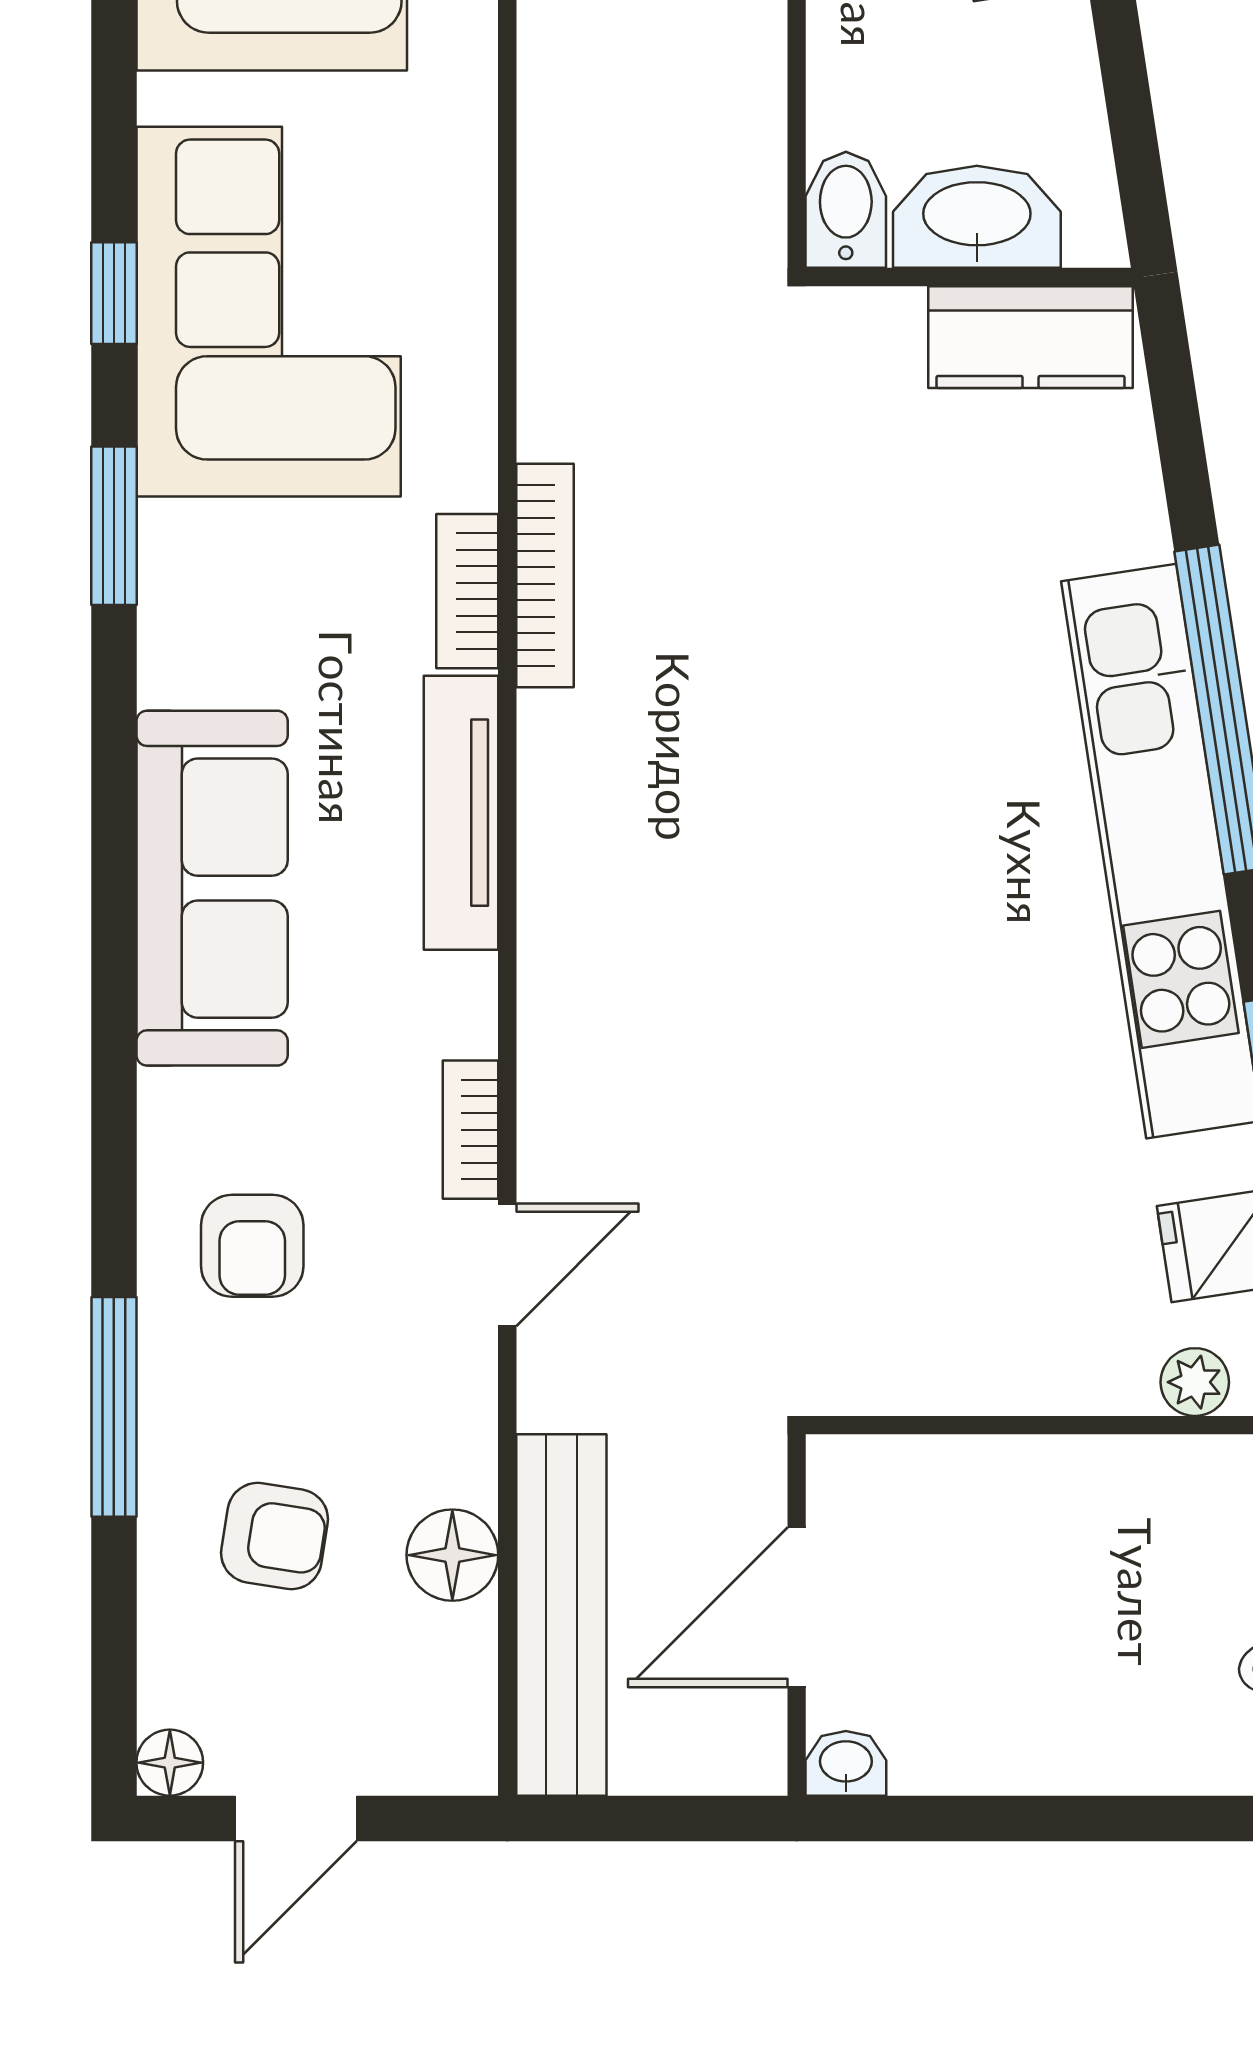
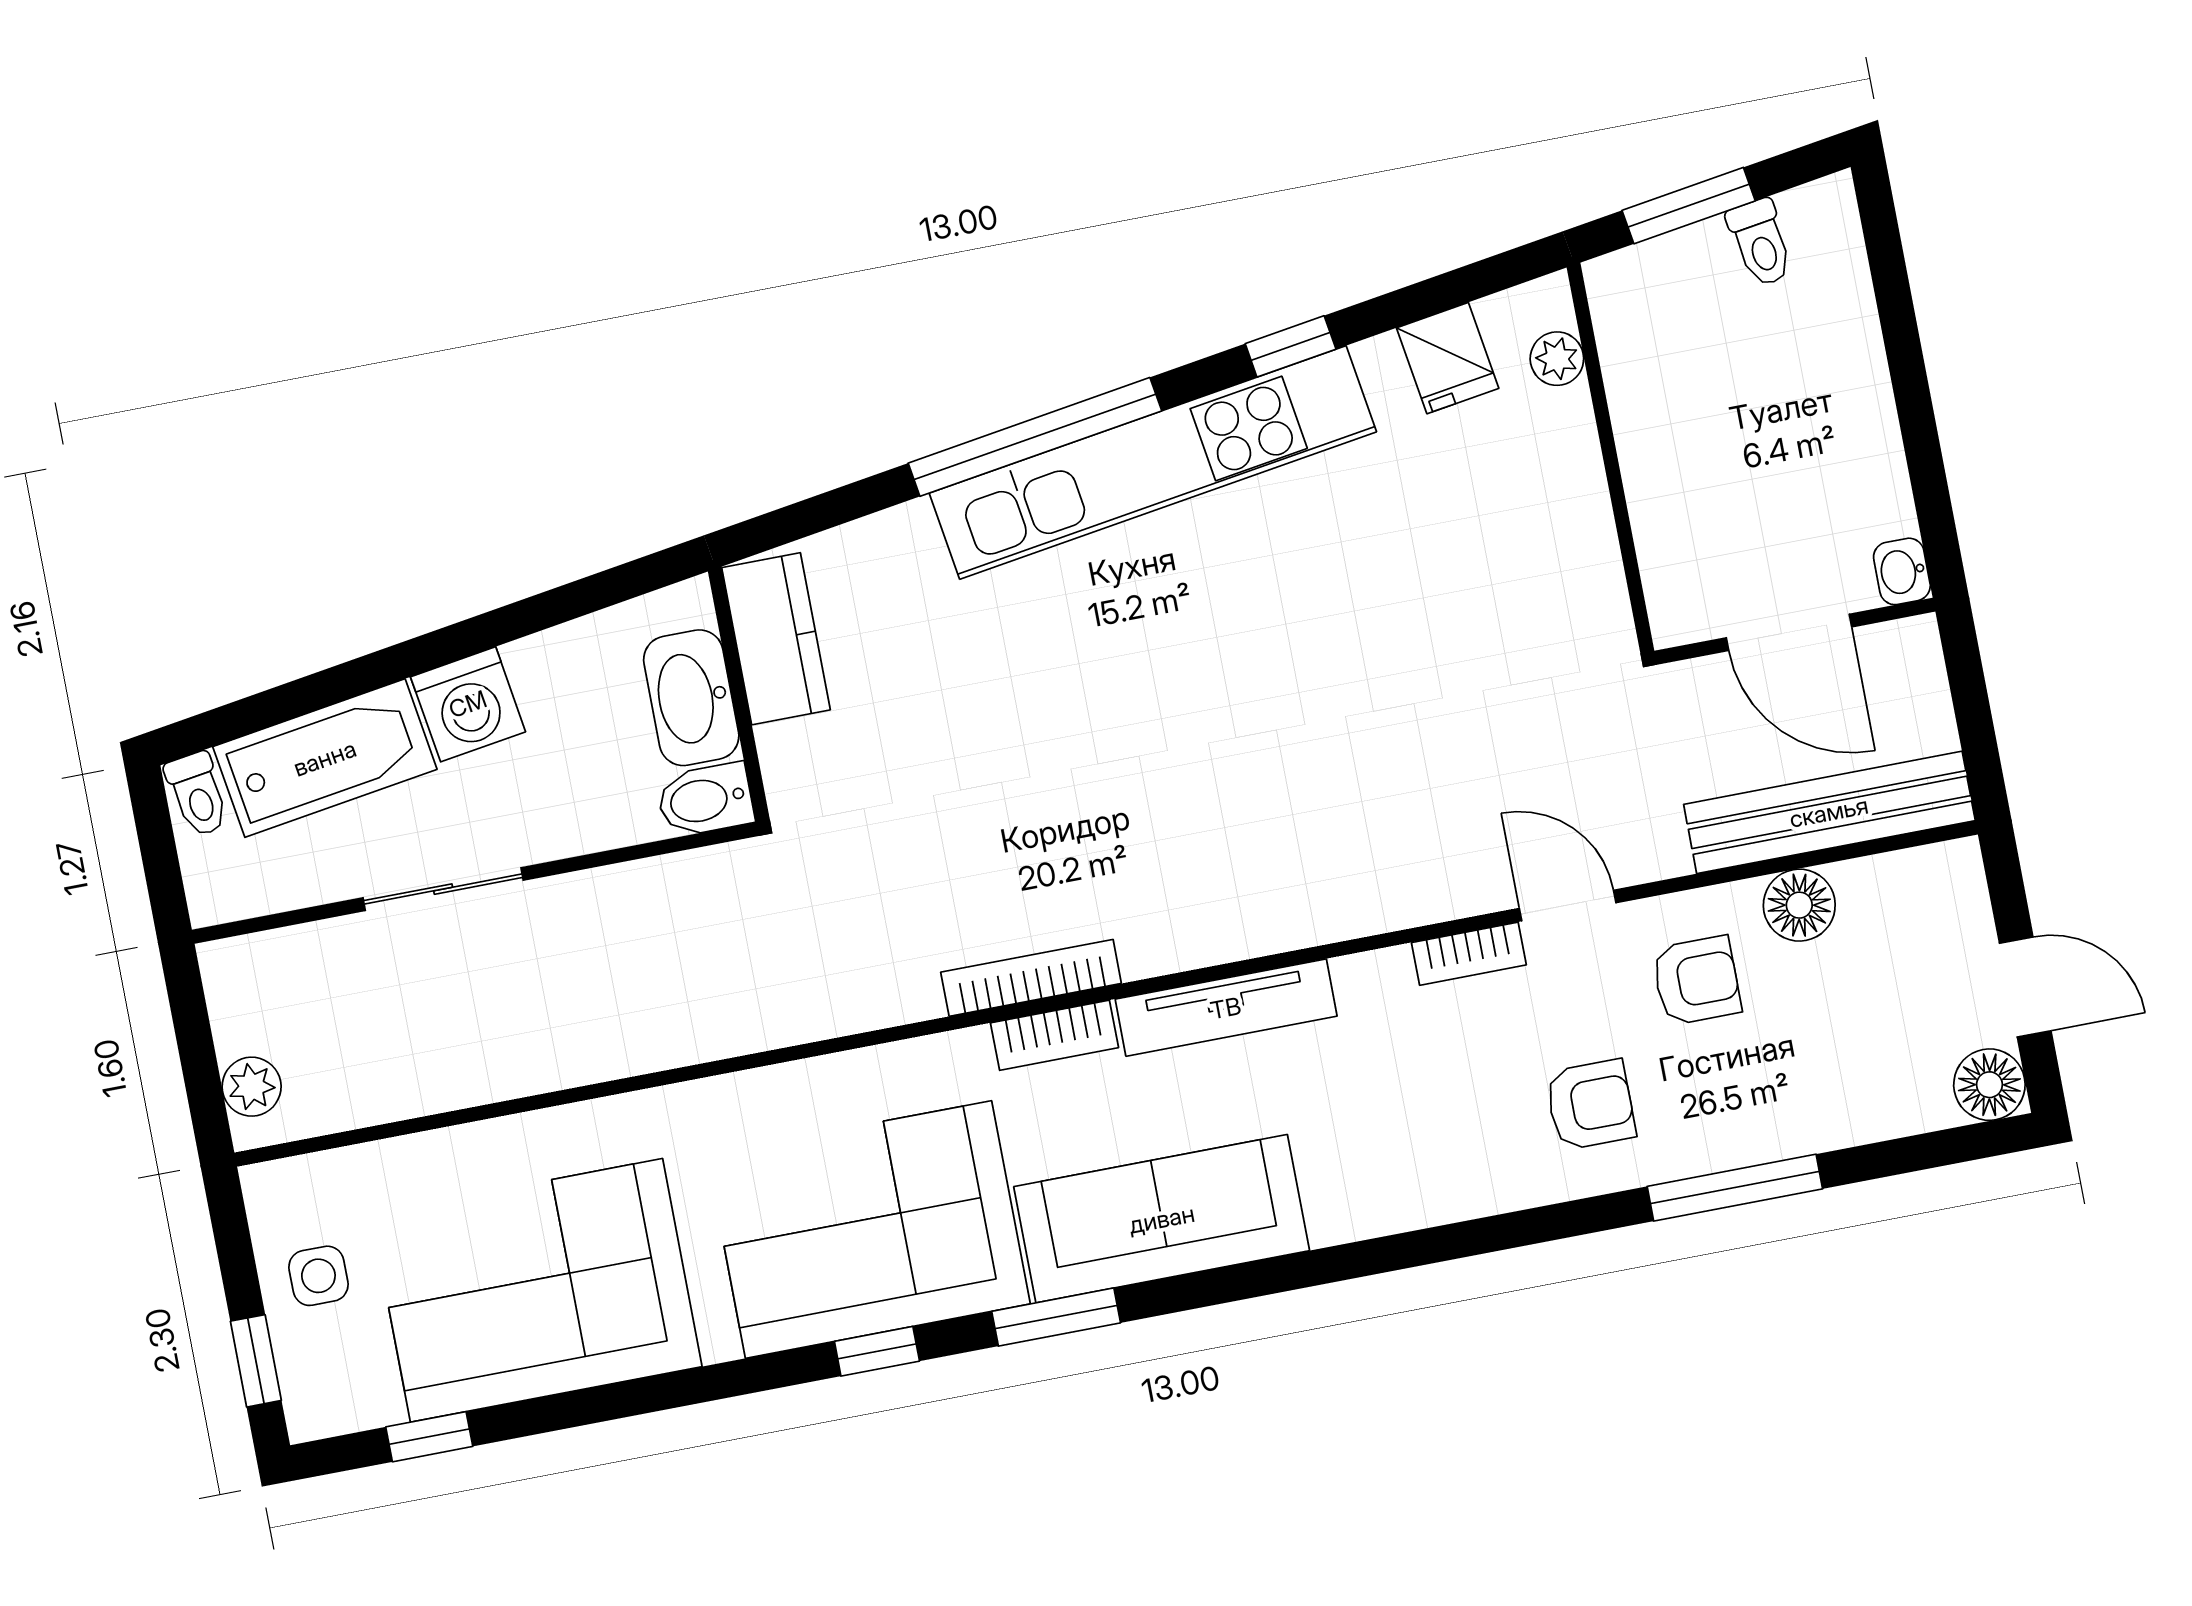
sofa: (212, 888) -> (1162, 1219), moved
armchair: (275, 1536) -> (1696, 981), moved, turned 81
floor lamp: (170, 1763) -> (1989, 1085), width x1.37, depth x1.37

